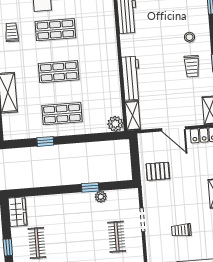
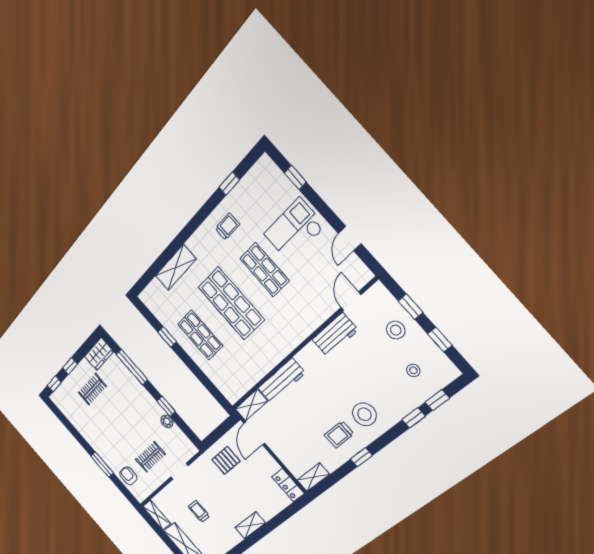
stool: (189, 37) -> (364, 414), width x1.89, depth x1.89
shop shelf: (59, 72) -> (231, 303), width x1.43, depth x1.36
plant: (115, 124) -> (232, 393), removed
door: (173, 129) -> (254, 433), moved
pallet: (158, 171) -> (226, 460), turned 90
window: (45, 191) -> (132, 367), added

